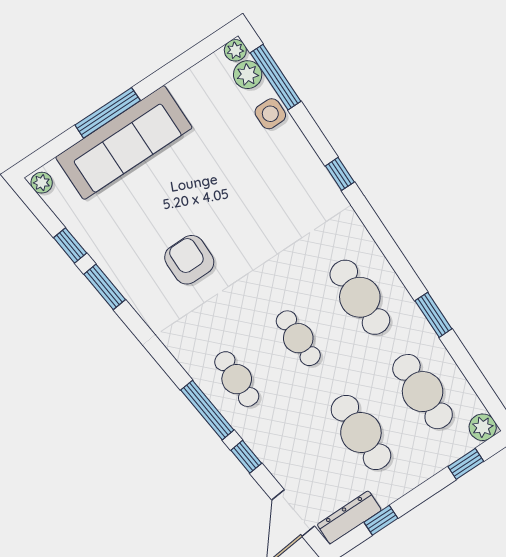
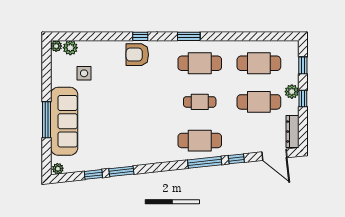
window: (275, 77) -> (79, 36), removed
side table: (270, 114) -> (84, 73), moved
armchair: (189, 260) -> (137, 55), moved
window: (433, 315) -> (189, 36), moved
cafe table: (237, 379) -> (200, 141), width x1.37, depth x1.35
plant: (483, 427) -> (292, 92), moved
window: (381, 520) -> (303, 98), moved

